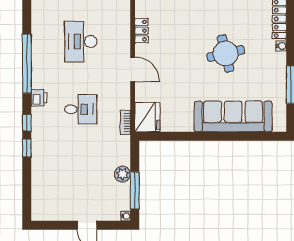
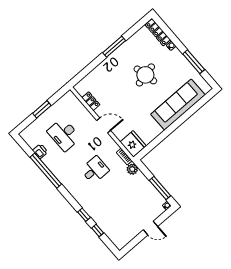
printer: (39, 98) -> (40, 151), moved
window: (27, 123) -> (98, 230), moved
plant: (122, 174) -> (132, 169), moved

